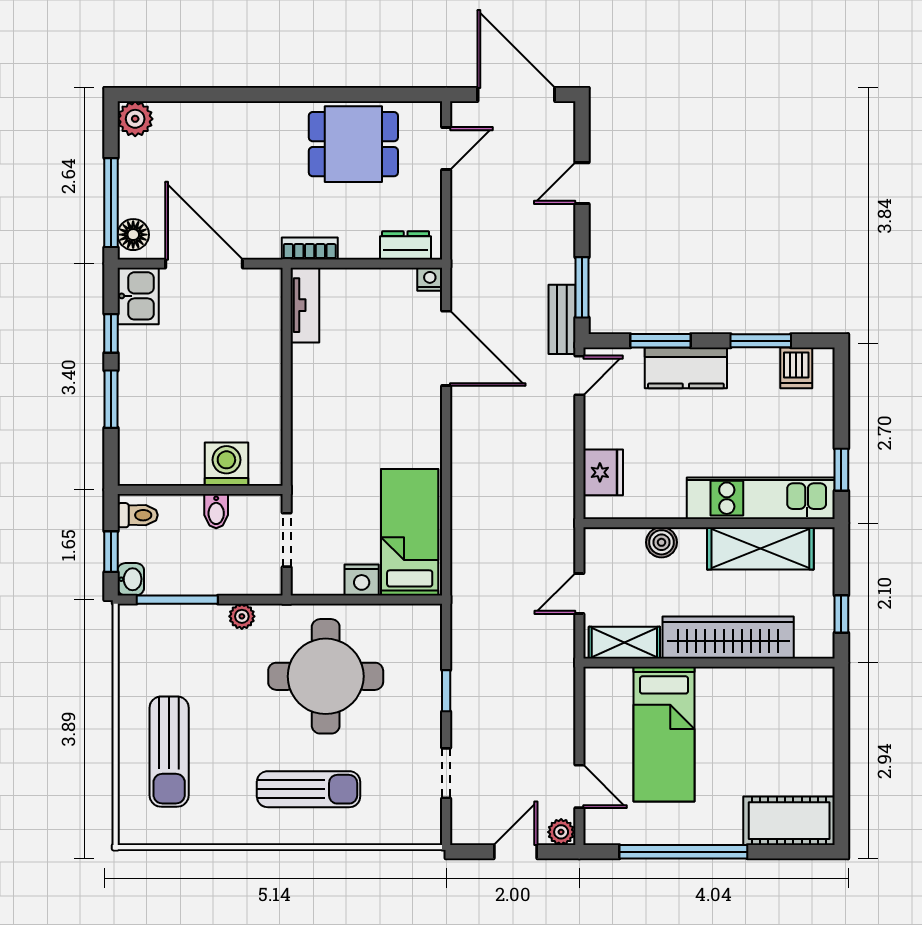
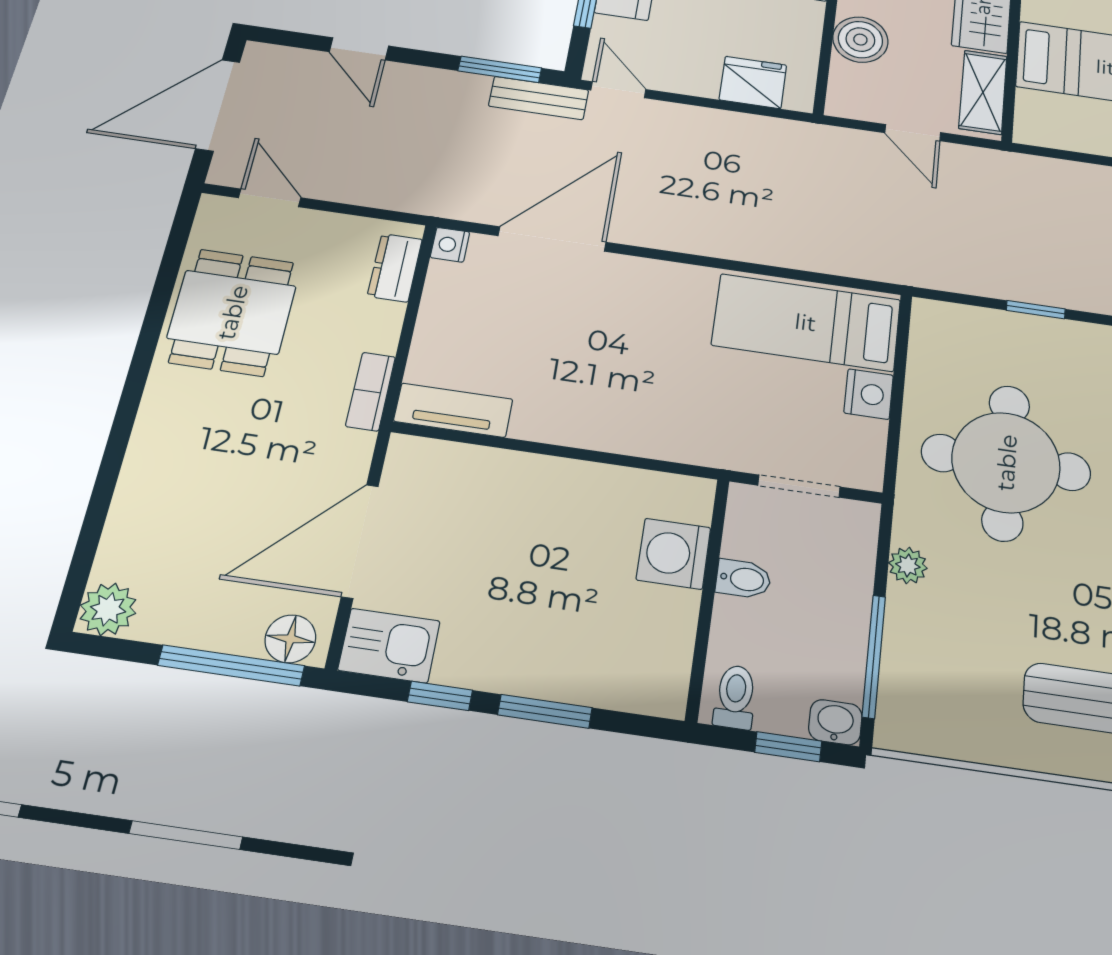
boiler: (662, 542) -> (860, 40), width x1.36, depth x1.36

